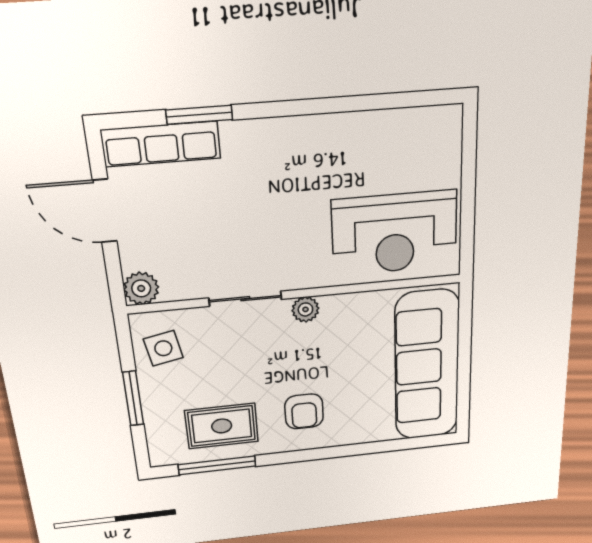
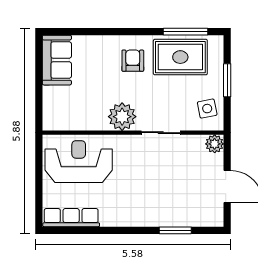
row of seats: (161, 144) -> (71, 218), moved
plant: (305, 309) -> (122, 117), width x1.88, depth x1.88
sofa: (427, 366) -> (57, 60), width x0.54, depth x0.79
rug: (222, 426) -> (180, 57), width x1.36, depth x1.43

